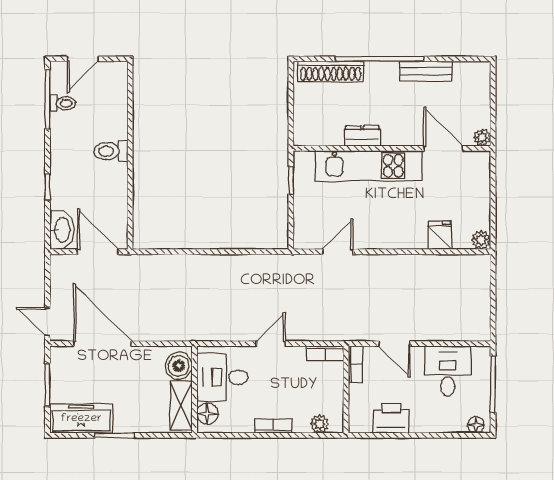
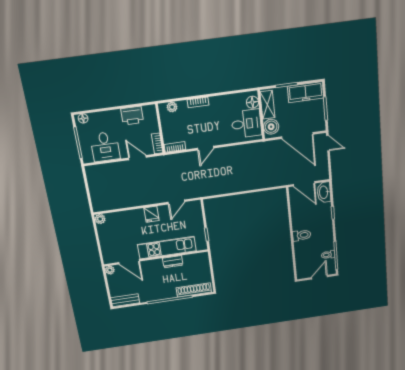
bench: (426, 71) -> (125, 300), moved
fridge: (440, 235) -> (152, 214), moved
boiler: (179, 366) -> (271, 127), moved
desk: (222, 377) -> (246, 124), moved
wall: (194, 389) -> (261, 115), moved
shelving: (181, 406) -> (267, 105), moved
floor lamp: (207, 414) -> (252, 102), moved

